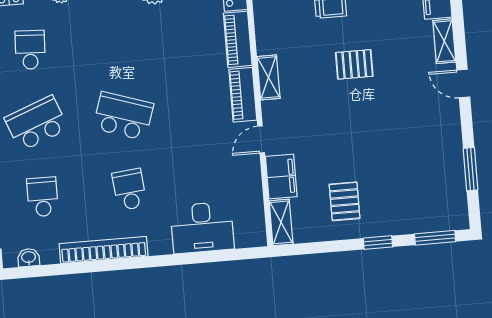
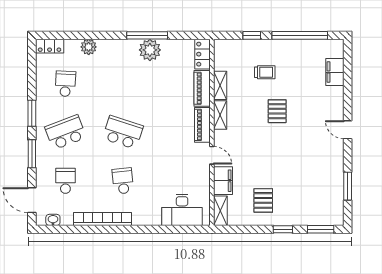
shelving: (444, 41) -> (220, 85), moved
pallet: (354, 64) -> (277, 111), turned 90
door: (261, 139) -> (212, 155), swing flipped
desk: (202, 228) -> (182, 210), moved

